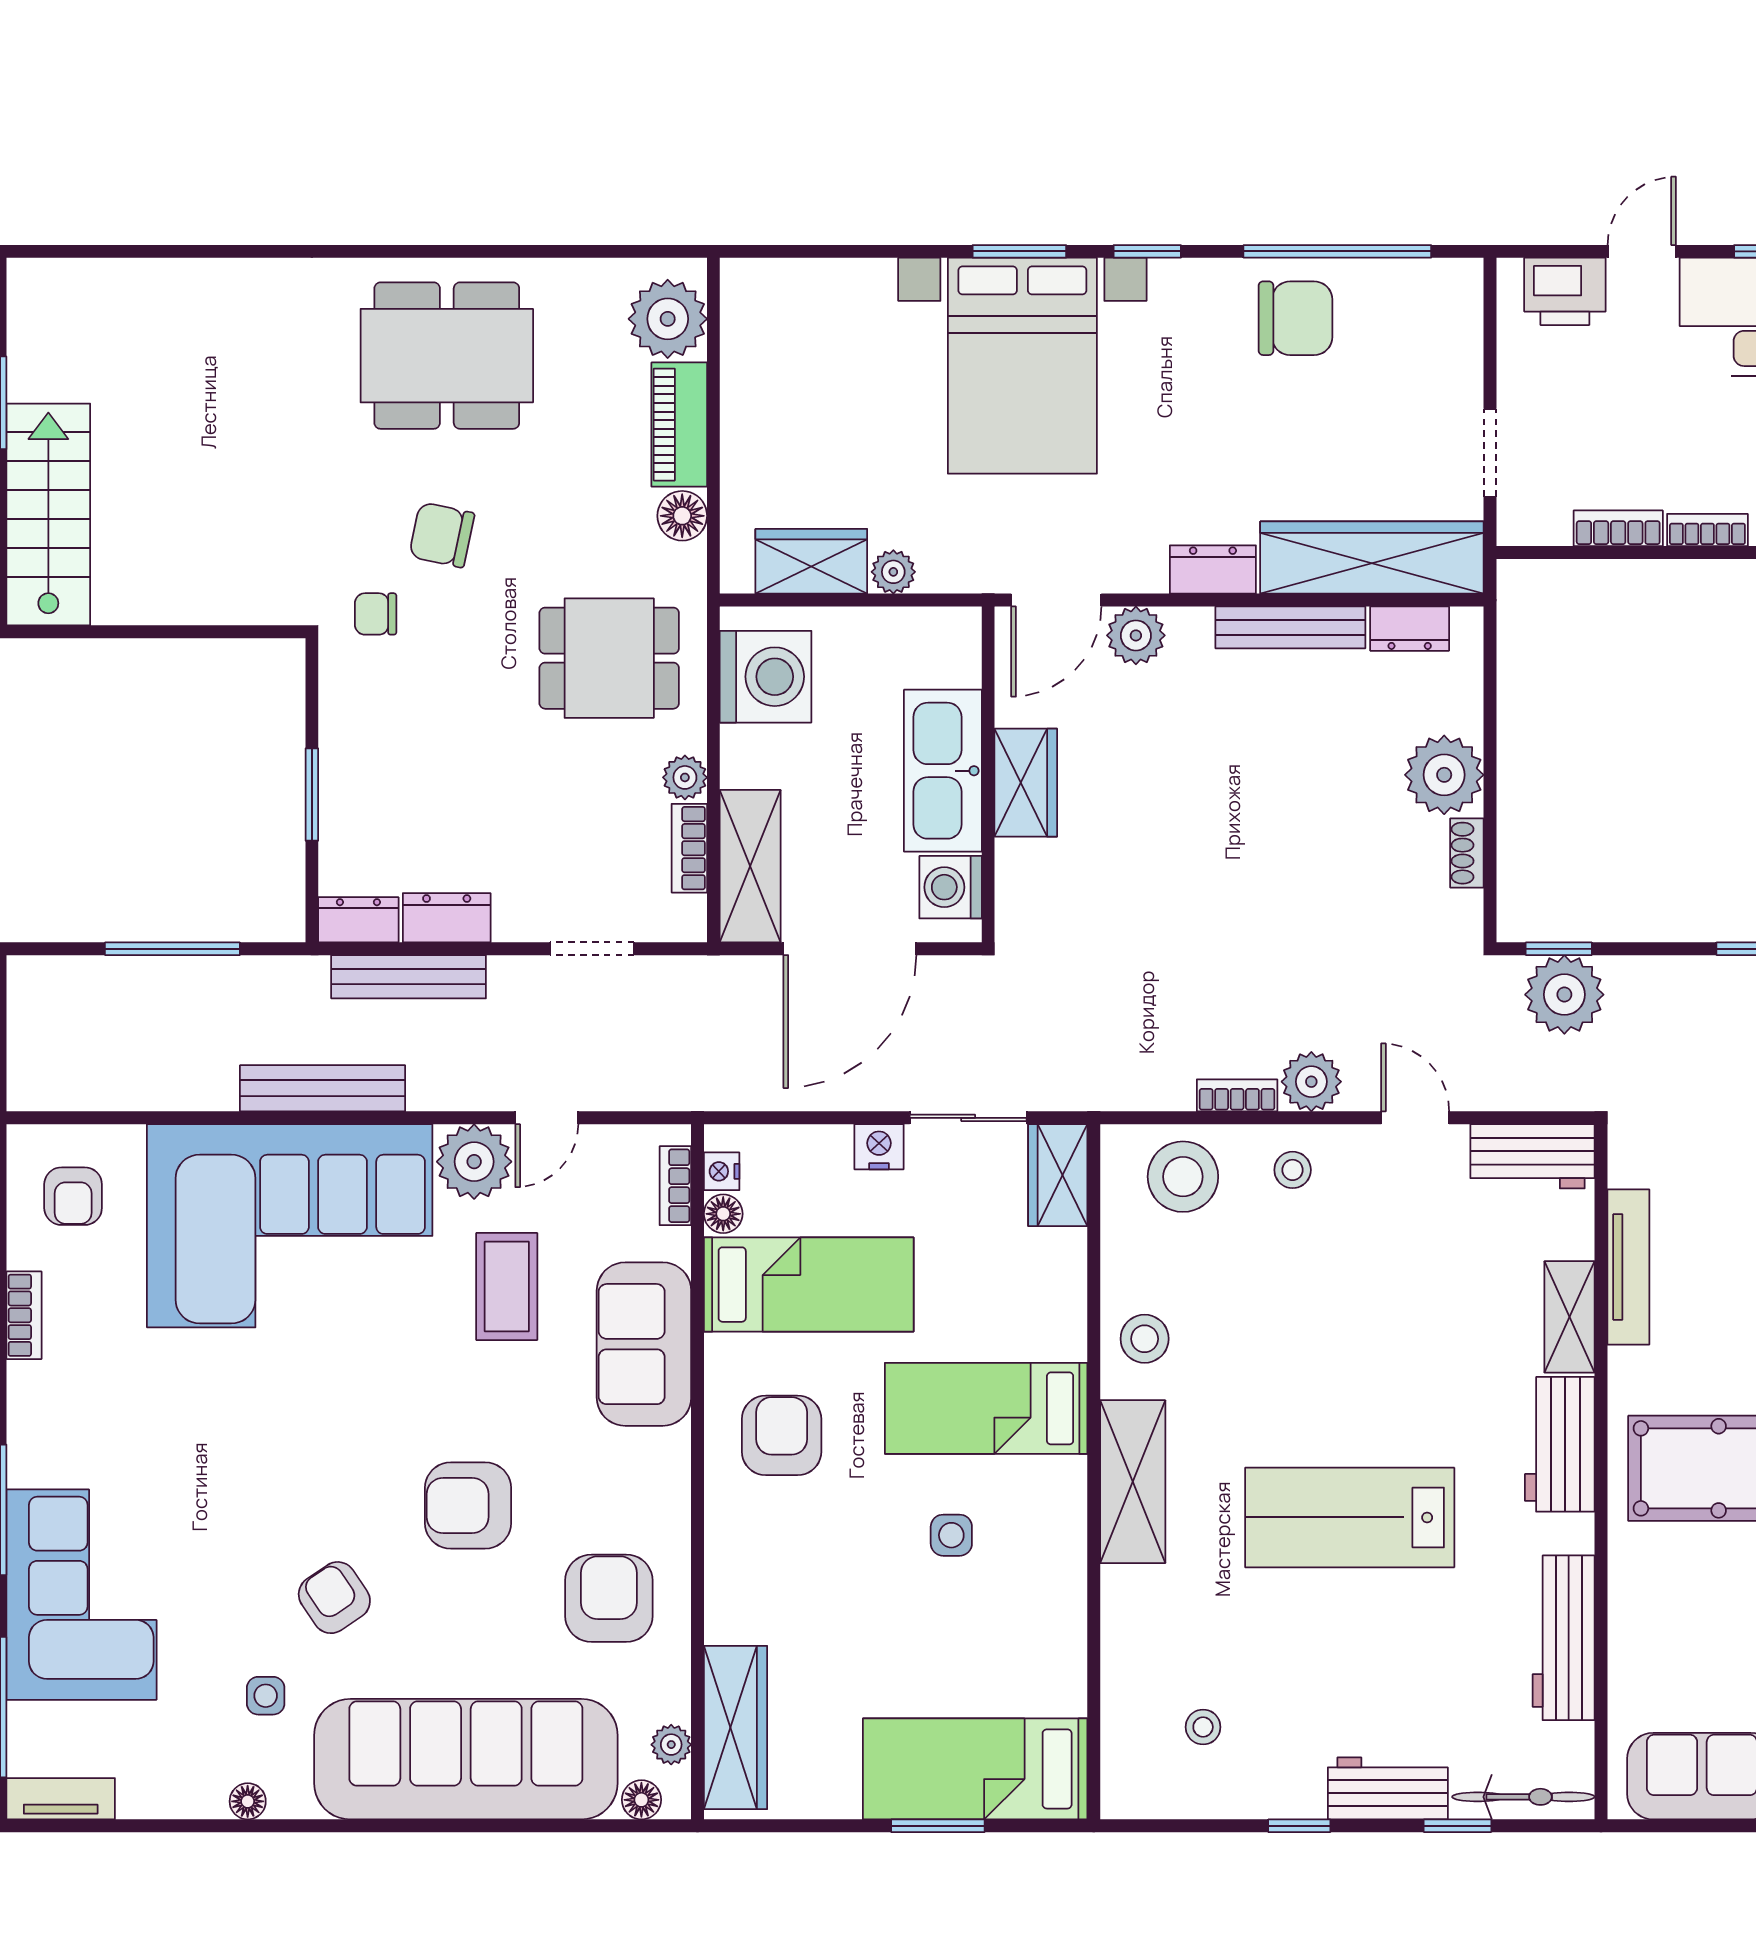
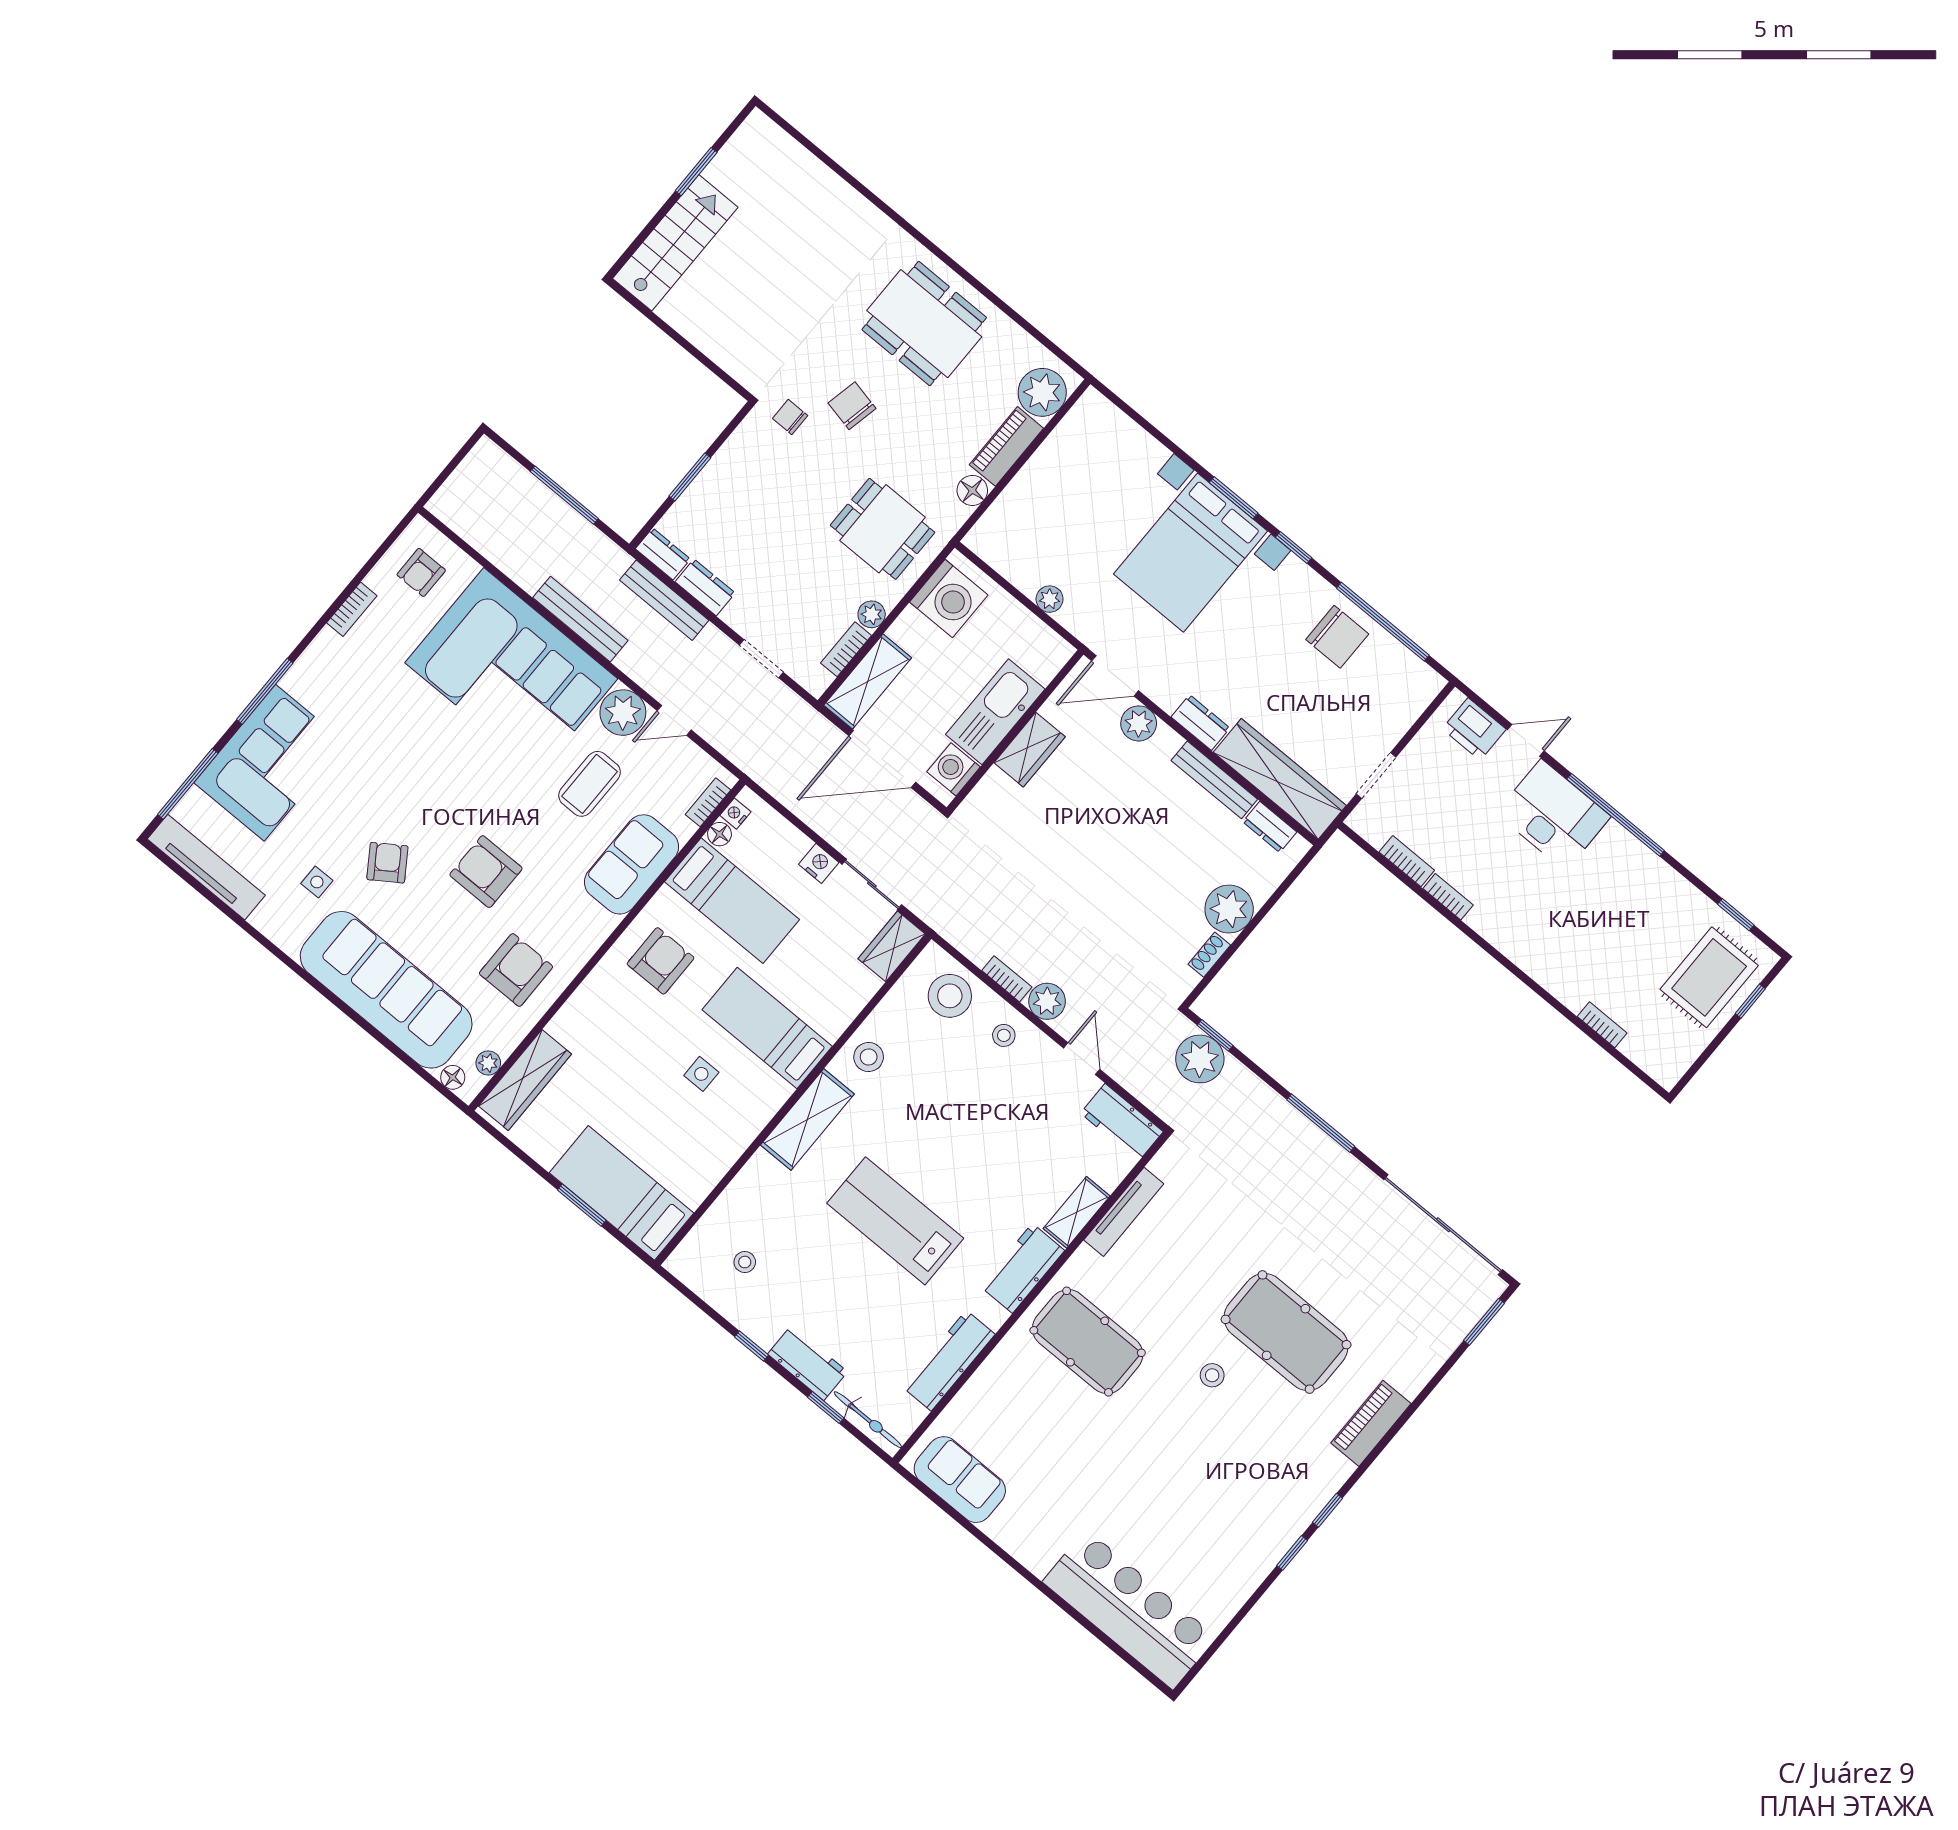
wardrobe: (811, 561) -> (1015, 562), removed
tv unit: (61, 1799) -> (206, 867), width x1.92, depth x1.29
floor lamp: (248, 1801) -> (267, 925), removed

